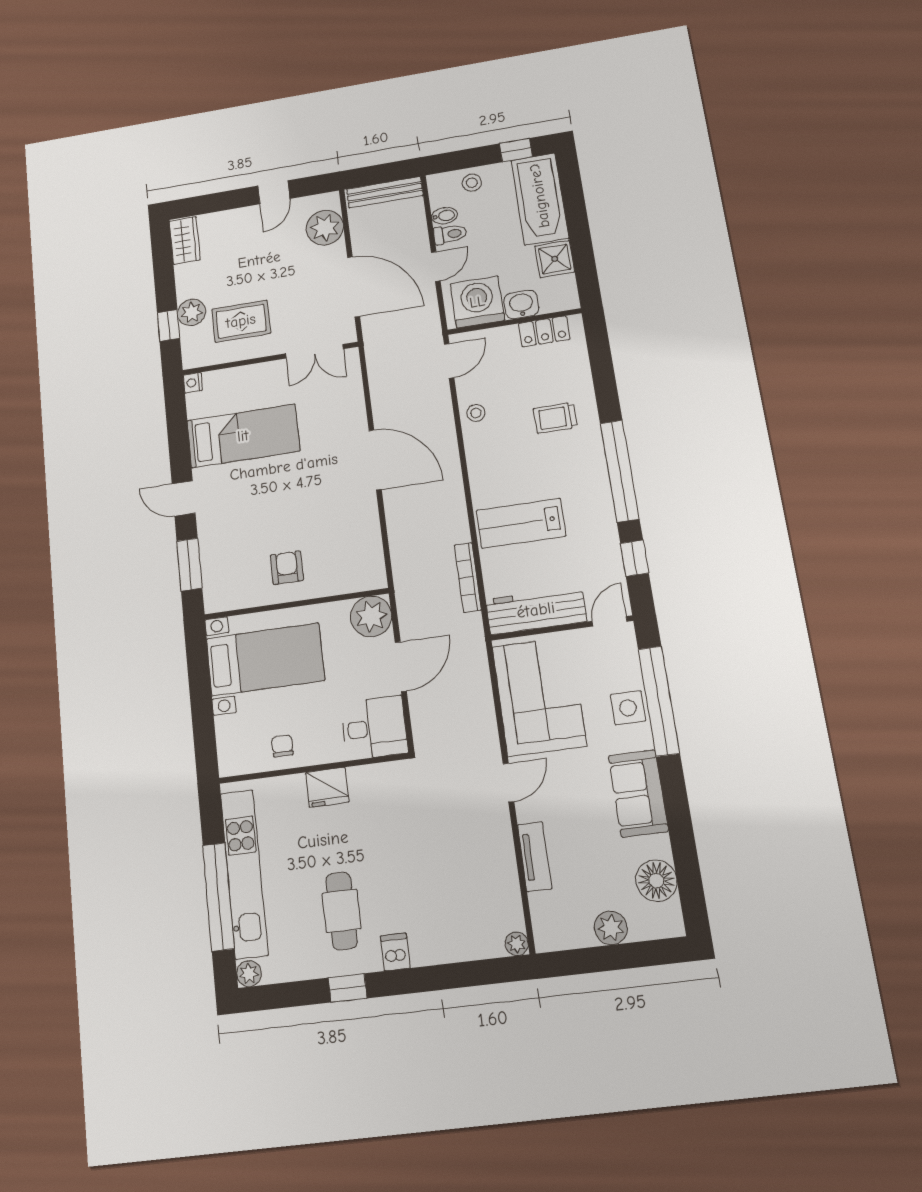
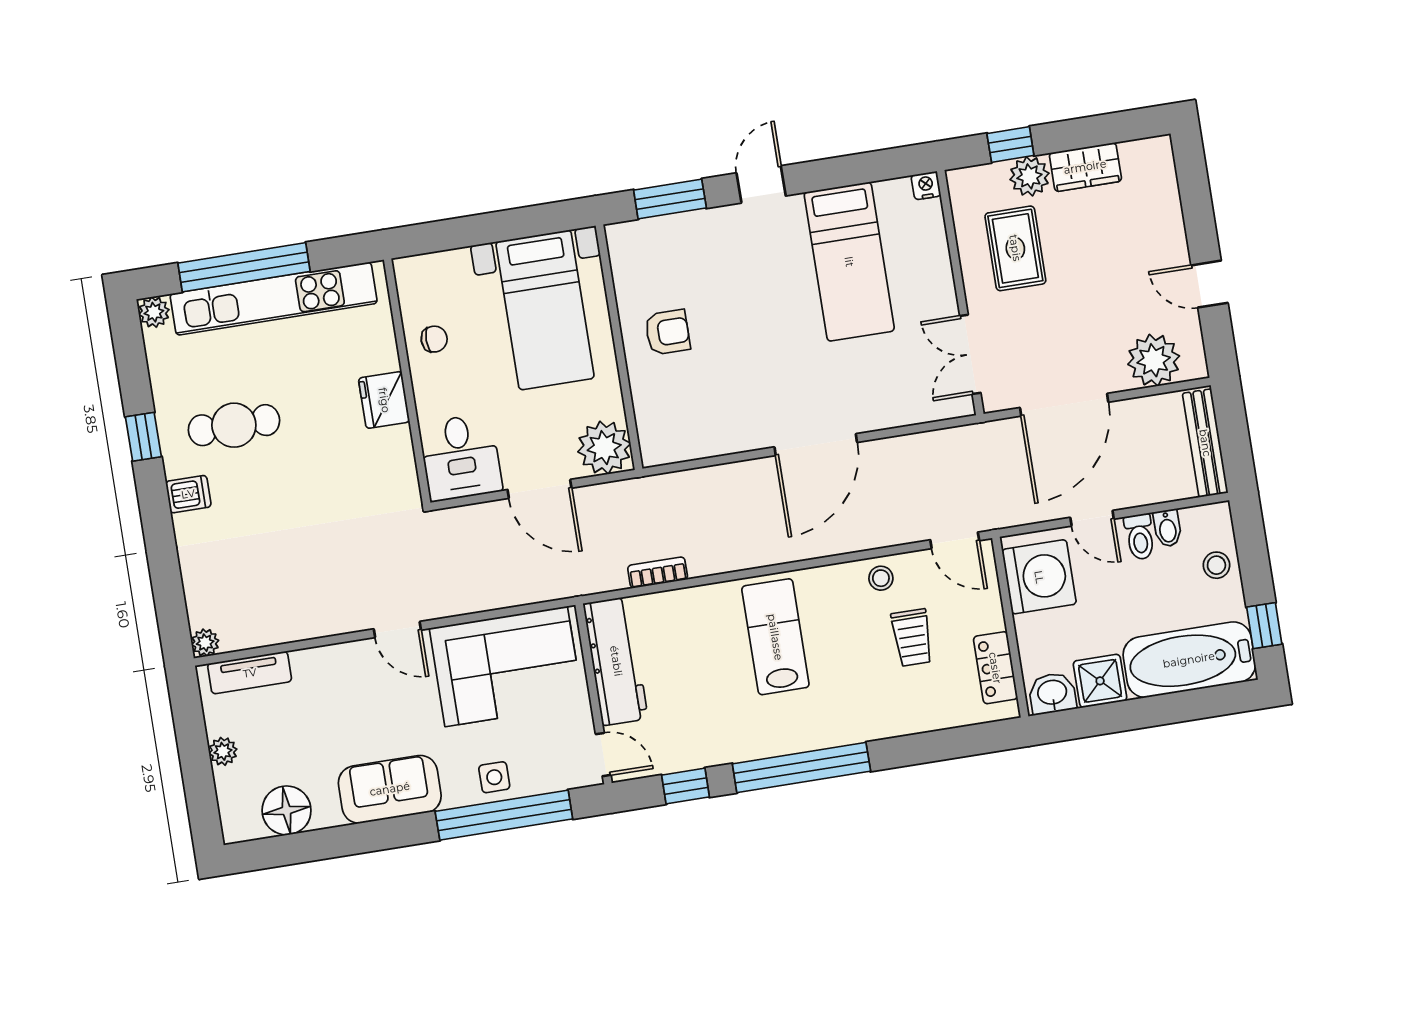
wardrobe: (185, 240) -> (1085, 167), moved
washbasin: (521, 304) -> (1052, 693), moved, turned -90
trolley: (555, 418) -> (912, 638), moved, turned 180
lab bench: (521, 523) -> (775, 637), moved
bookcase: (468, 577) -> (658, 572), width x0.64
side table: (628, 708) -> (494, 777), width x0.73, depth x0.73
tv unit: (535, 857) -> (250, 673), moved
plant: (611, 928) -> (223, 751), width x0.73, depth x0.73

